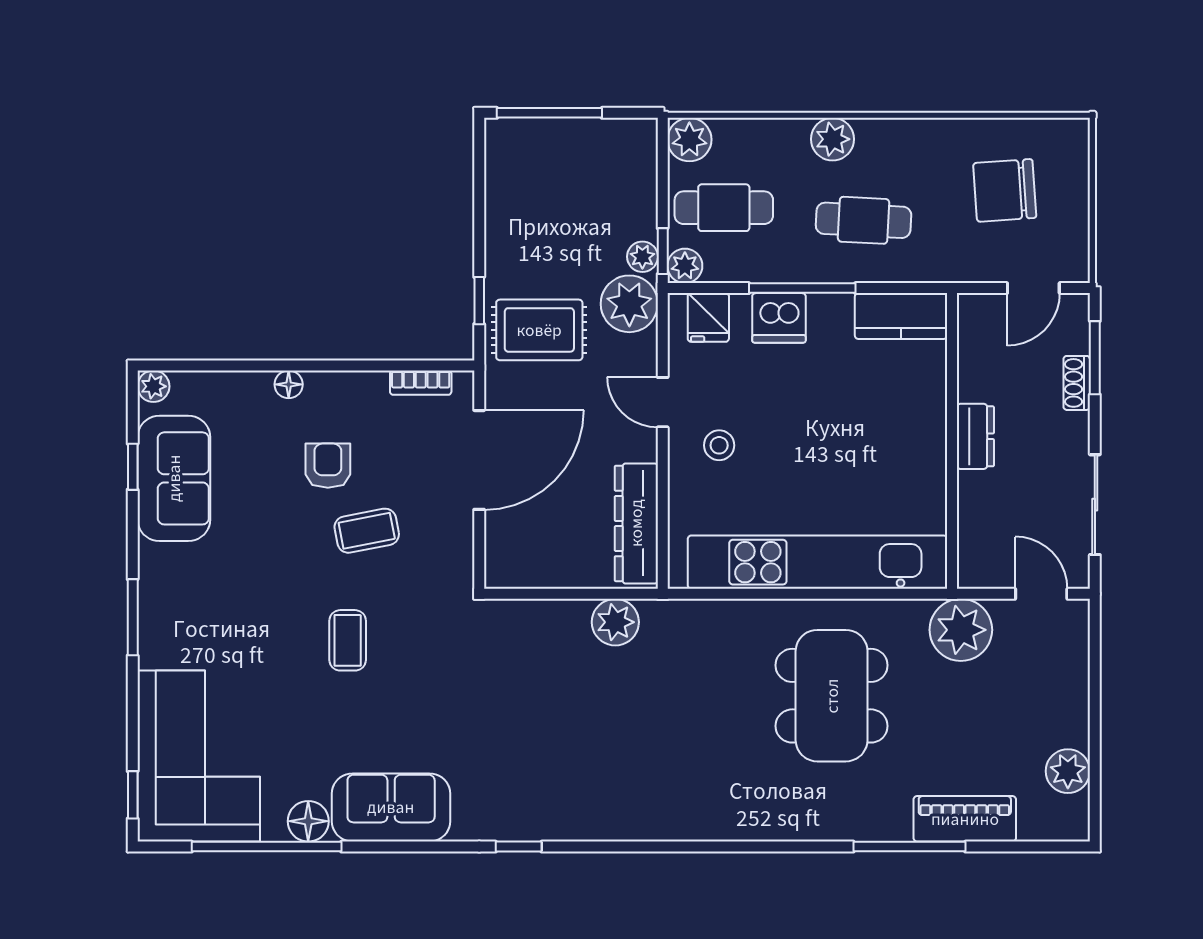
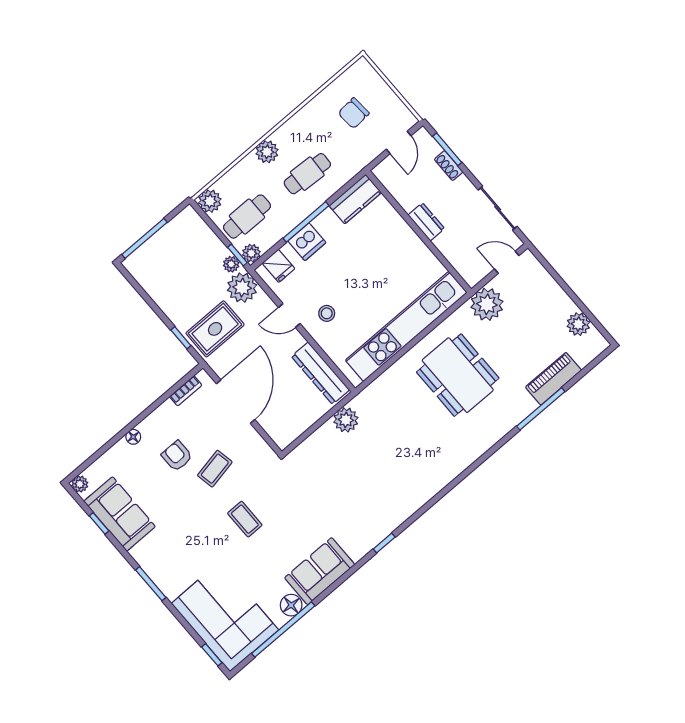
chair: (1005, 190) -> (354, 113), width x0.73, depth x0.73

